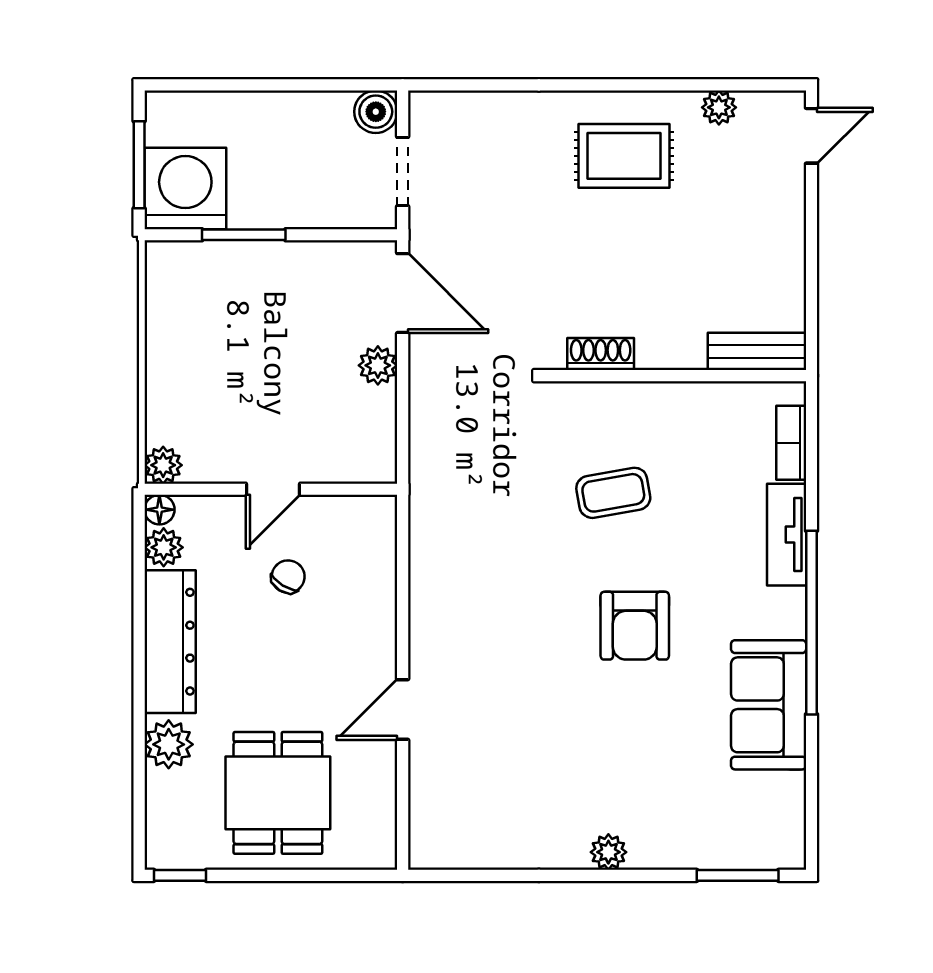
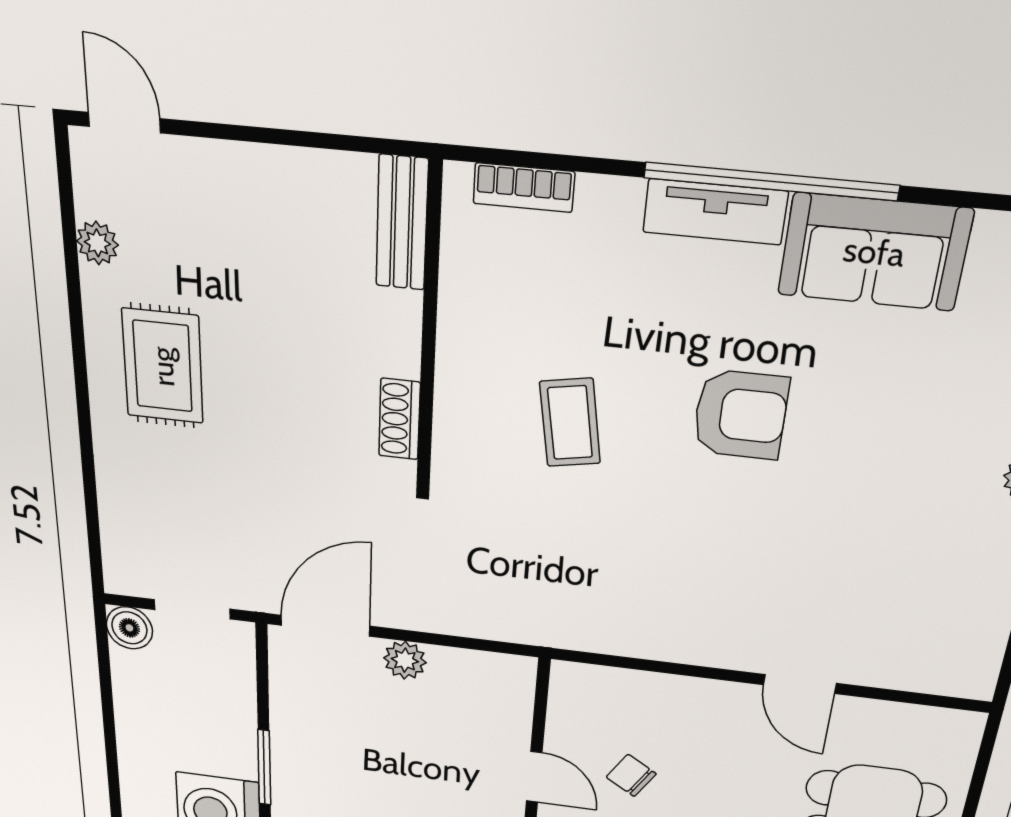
tv unit: (787, 535) -> (715, 212), moved

